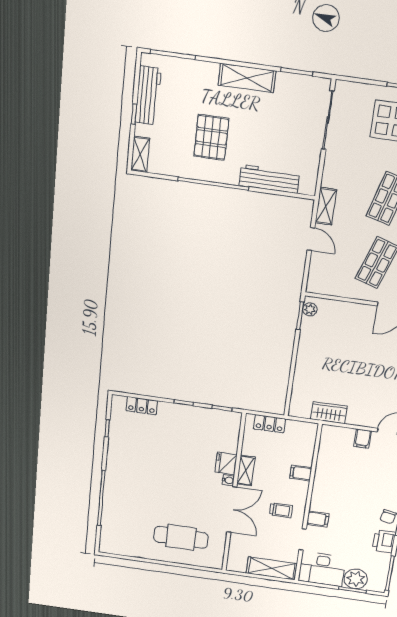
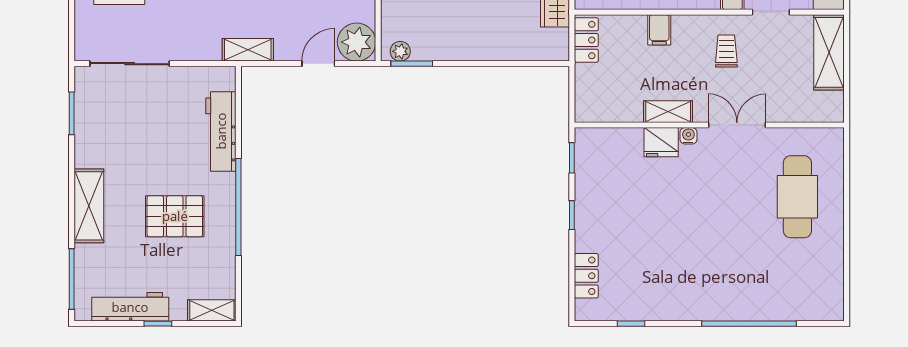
shelving: (247, 78) -> (89, 206), moved
door: (311, 239) -> (318, 64), moved
plant: (321, 281) -> (357, 42), added
locker: (269, 424) -> (586, 40), moved
double door: (232, 510) -> (737, 125), width x0.73

